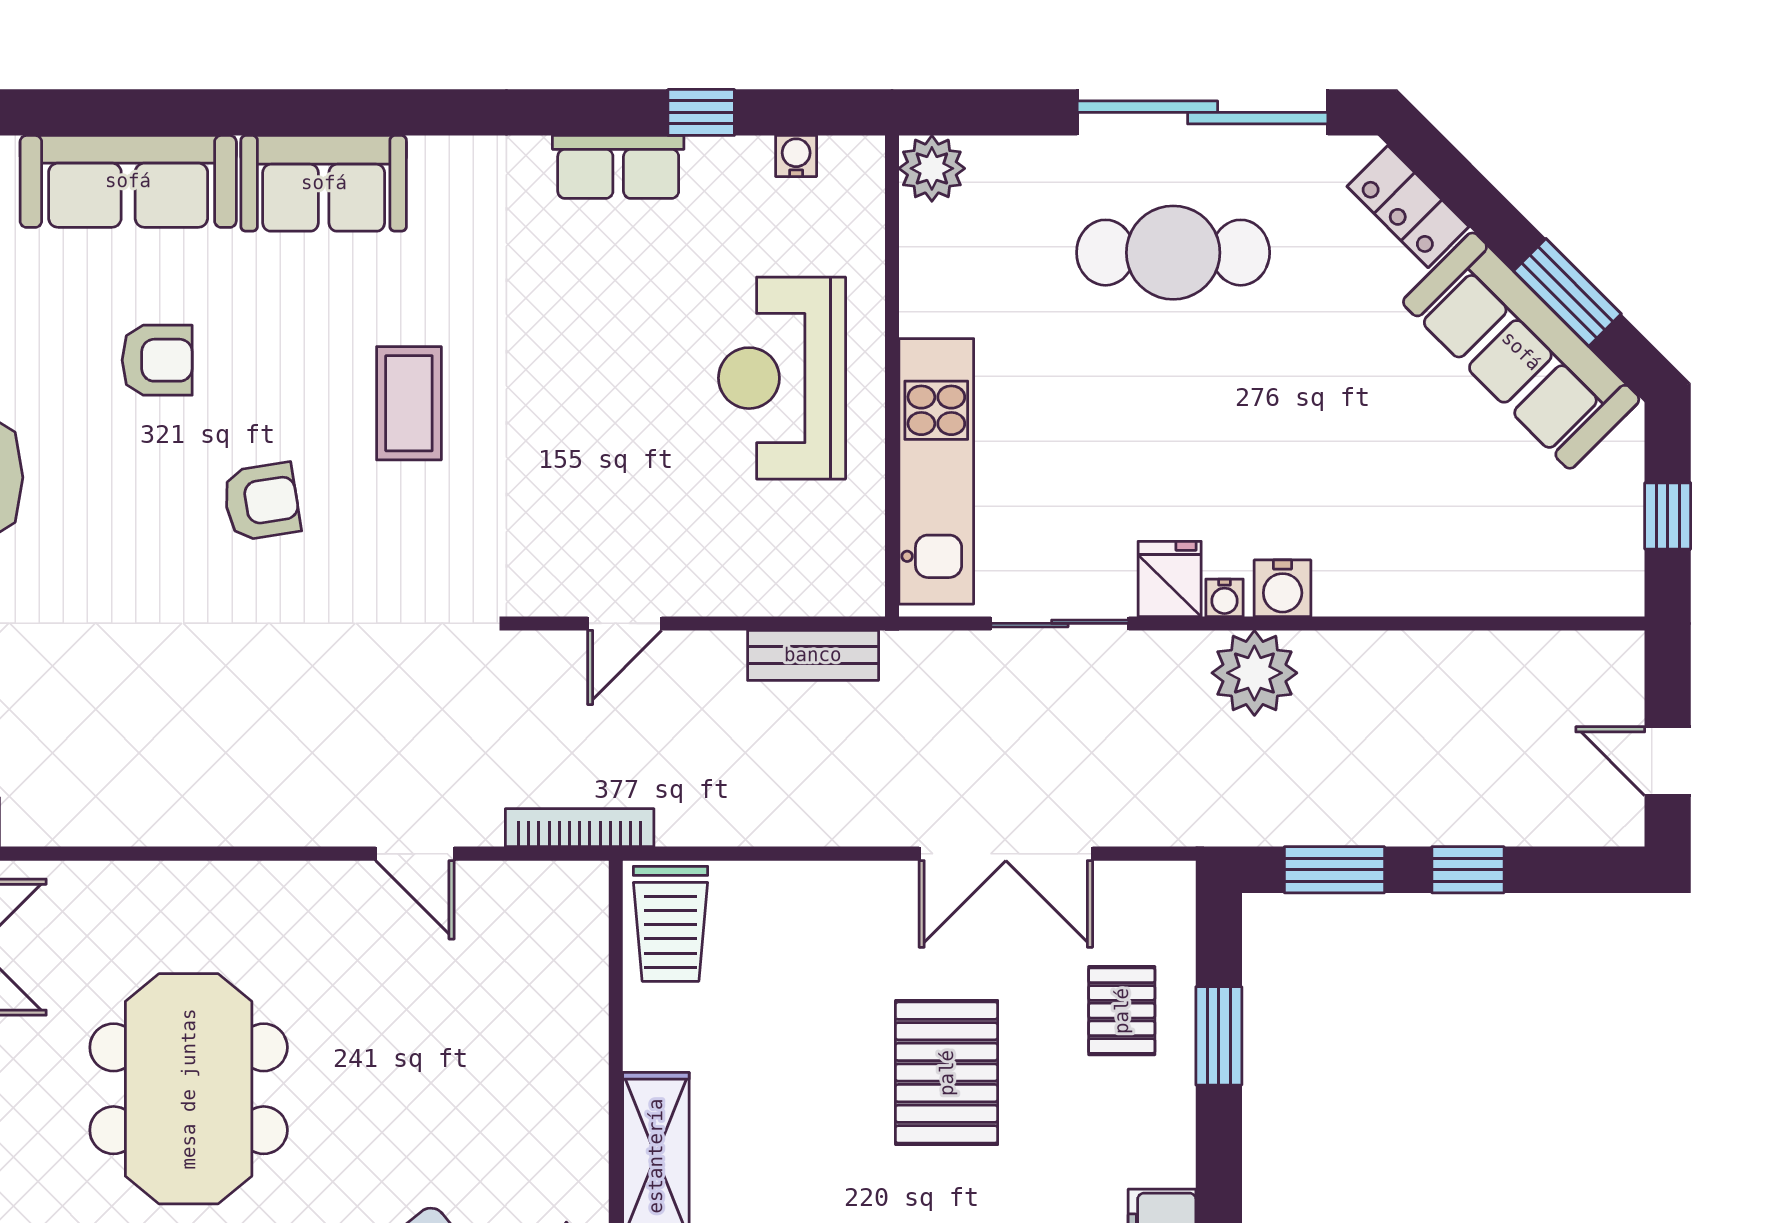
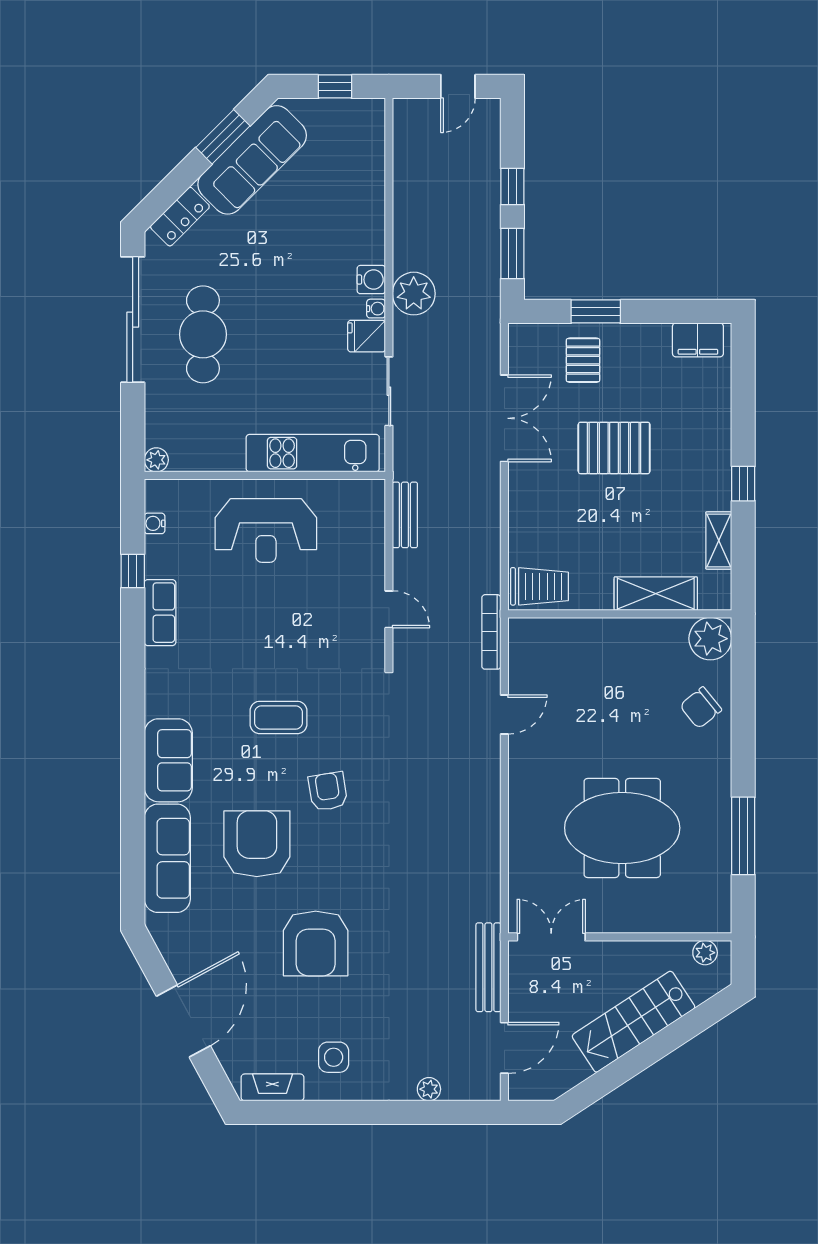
plant: (932, 168) -> (156, 460), width x0.73, depth x0.73
armchair: (157, 360) -> (257, 844), width x1.88, depth x1.88
pallet: (1122, 1011) -> (583, 360), turned 90

